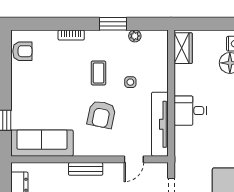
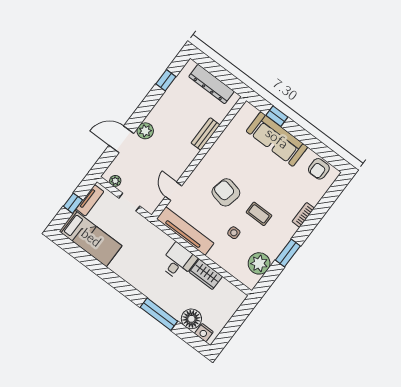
plant: (135, 36) -> (259, 263), width x1.88, depth x1.88
wardrobe: (183, 48) -> (206, 274), moved
sofa: (42, 143) -> (277, 139), moved, turned 90
bench: (86, 169) -> (205, 134), moved

